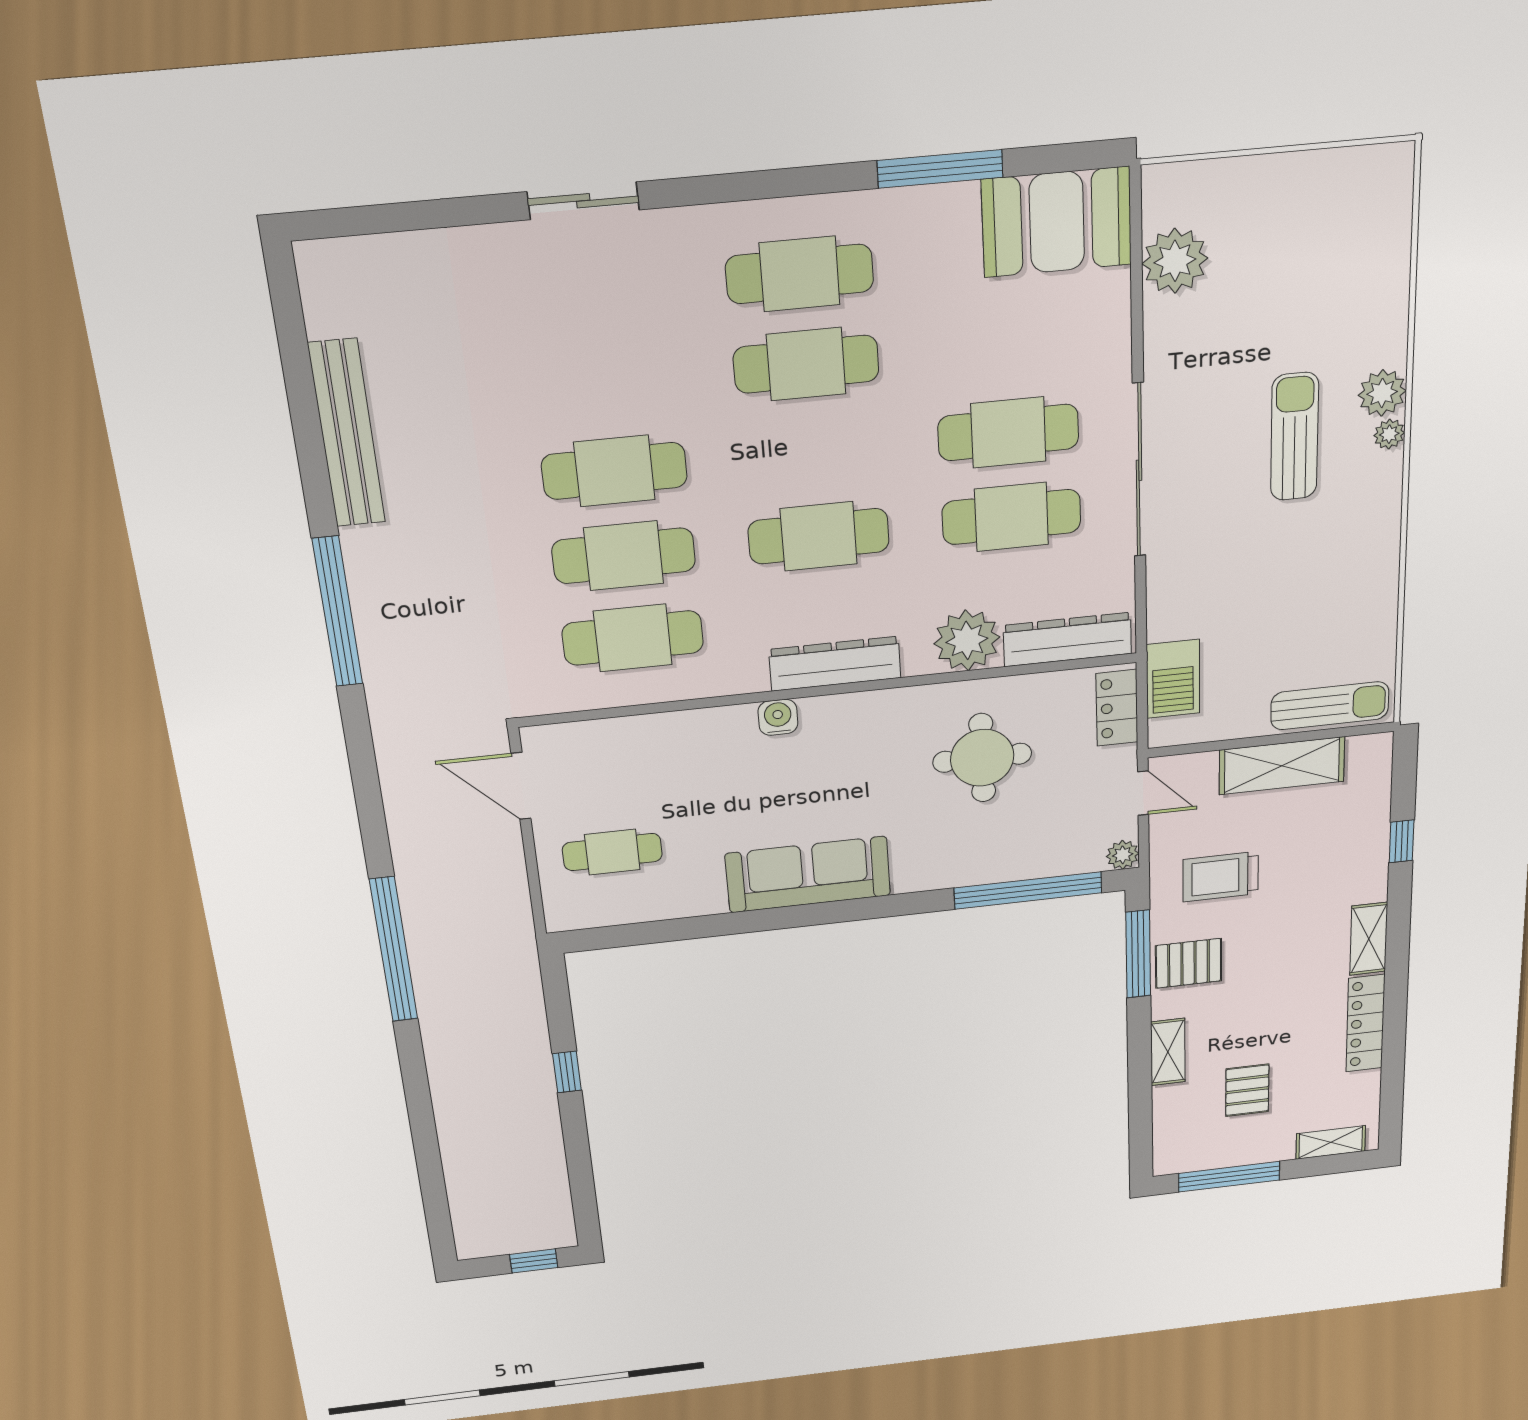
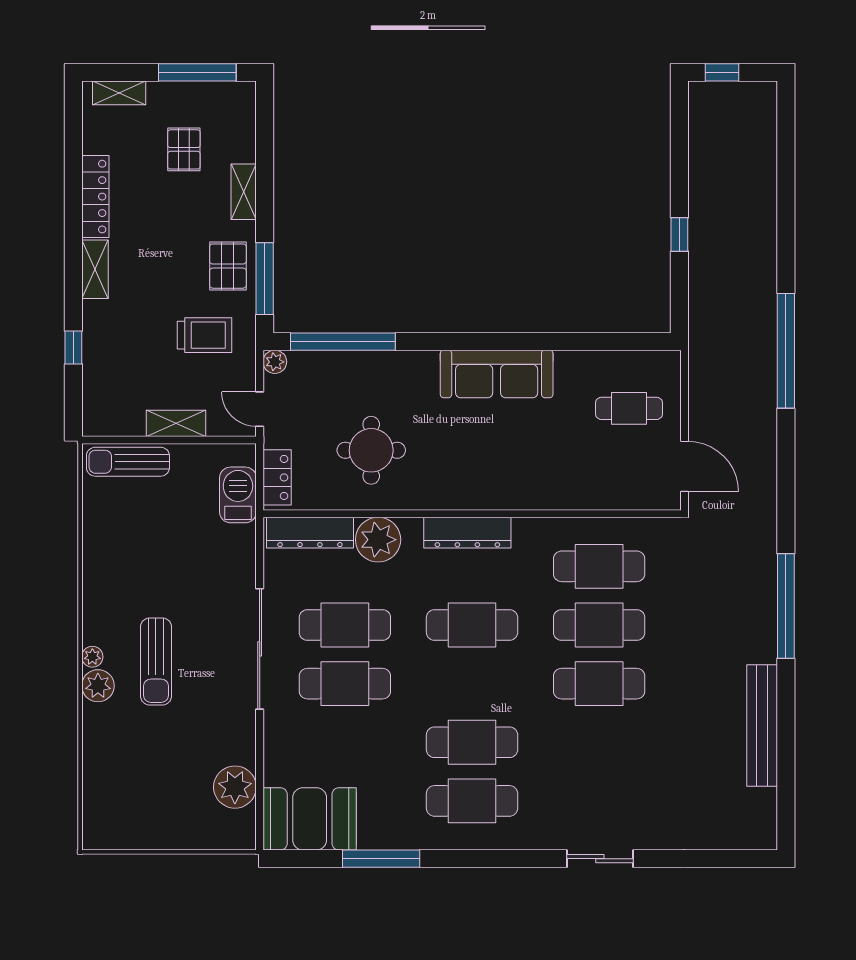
water cooler: (778, 717) -> (508, 497), removed
shelving: (1282, 766) -> (176, 423), width x0.67, depth x0.75
pallet: (1188, 963) -> (228, 266), turned 90

